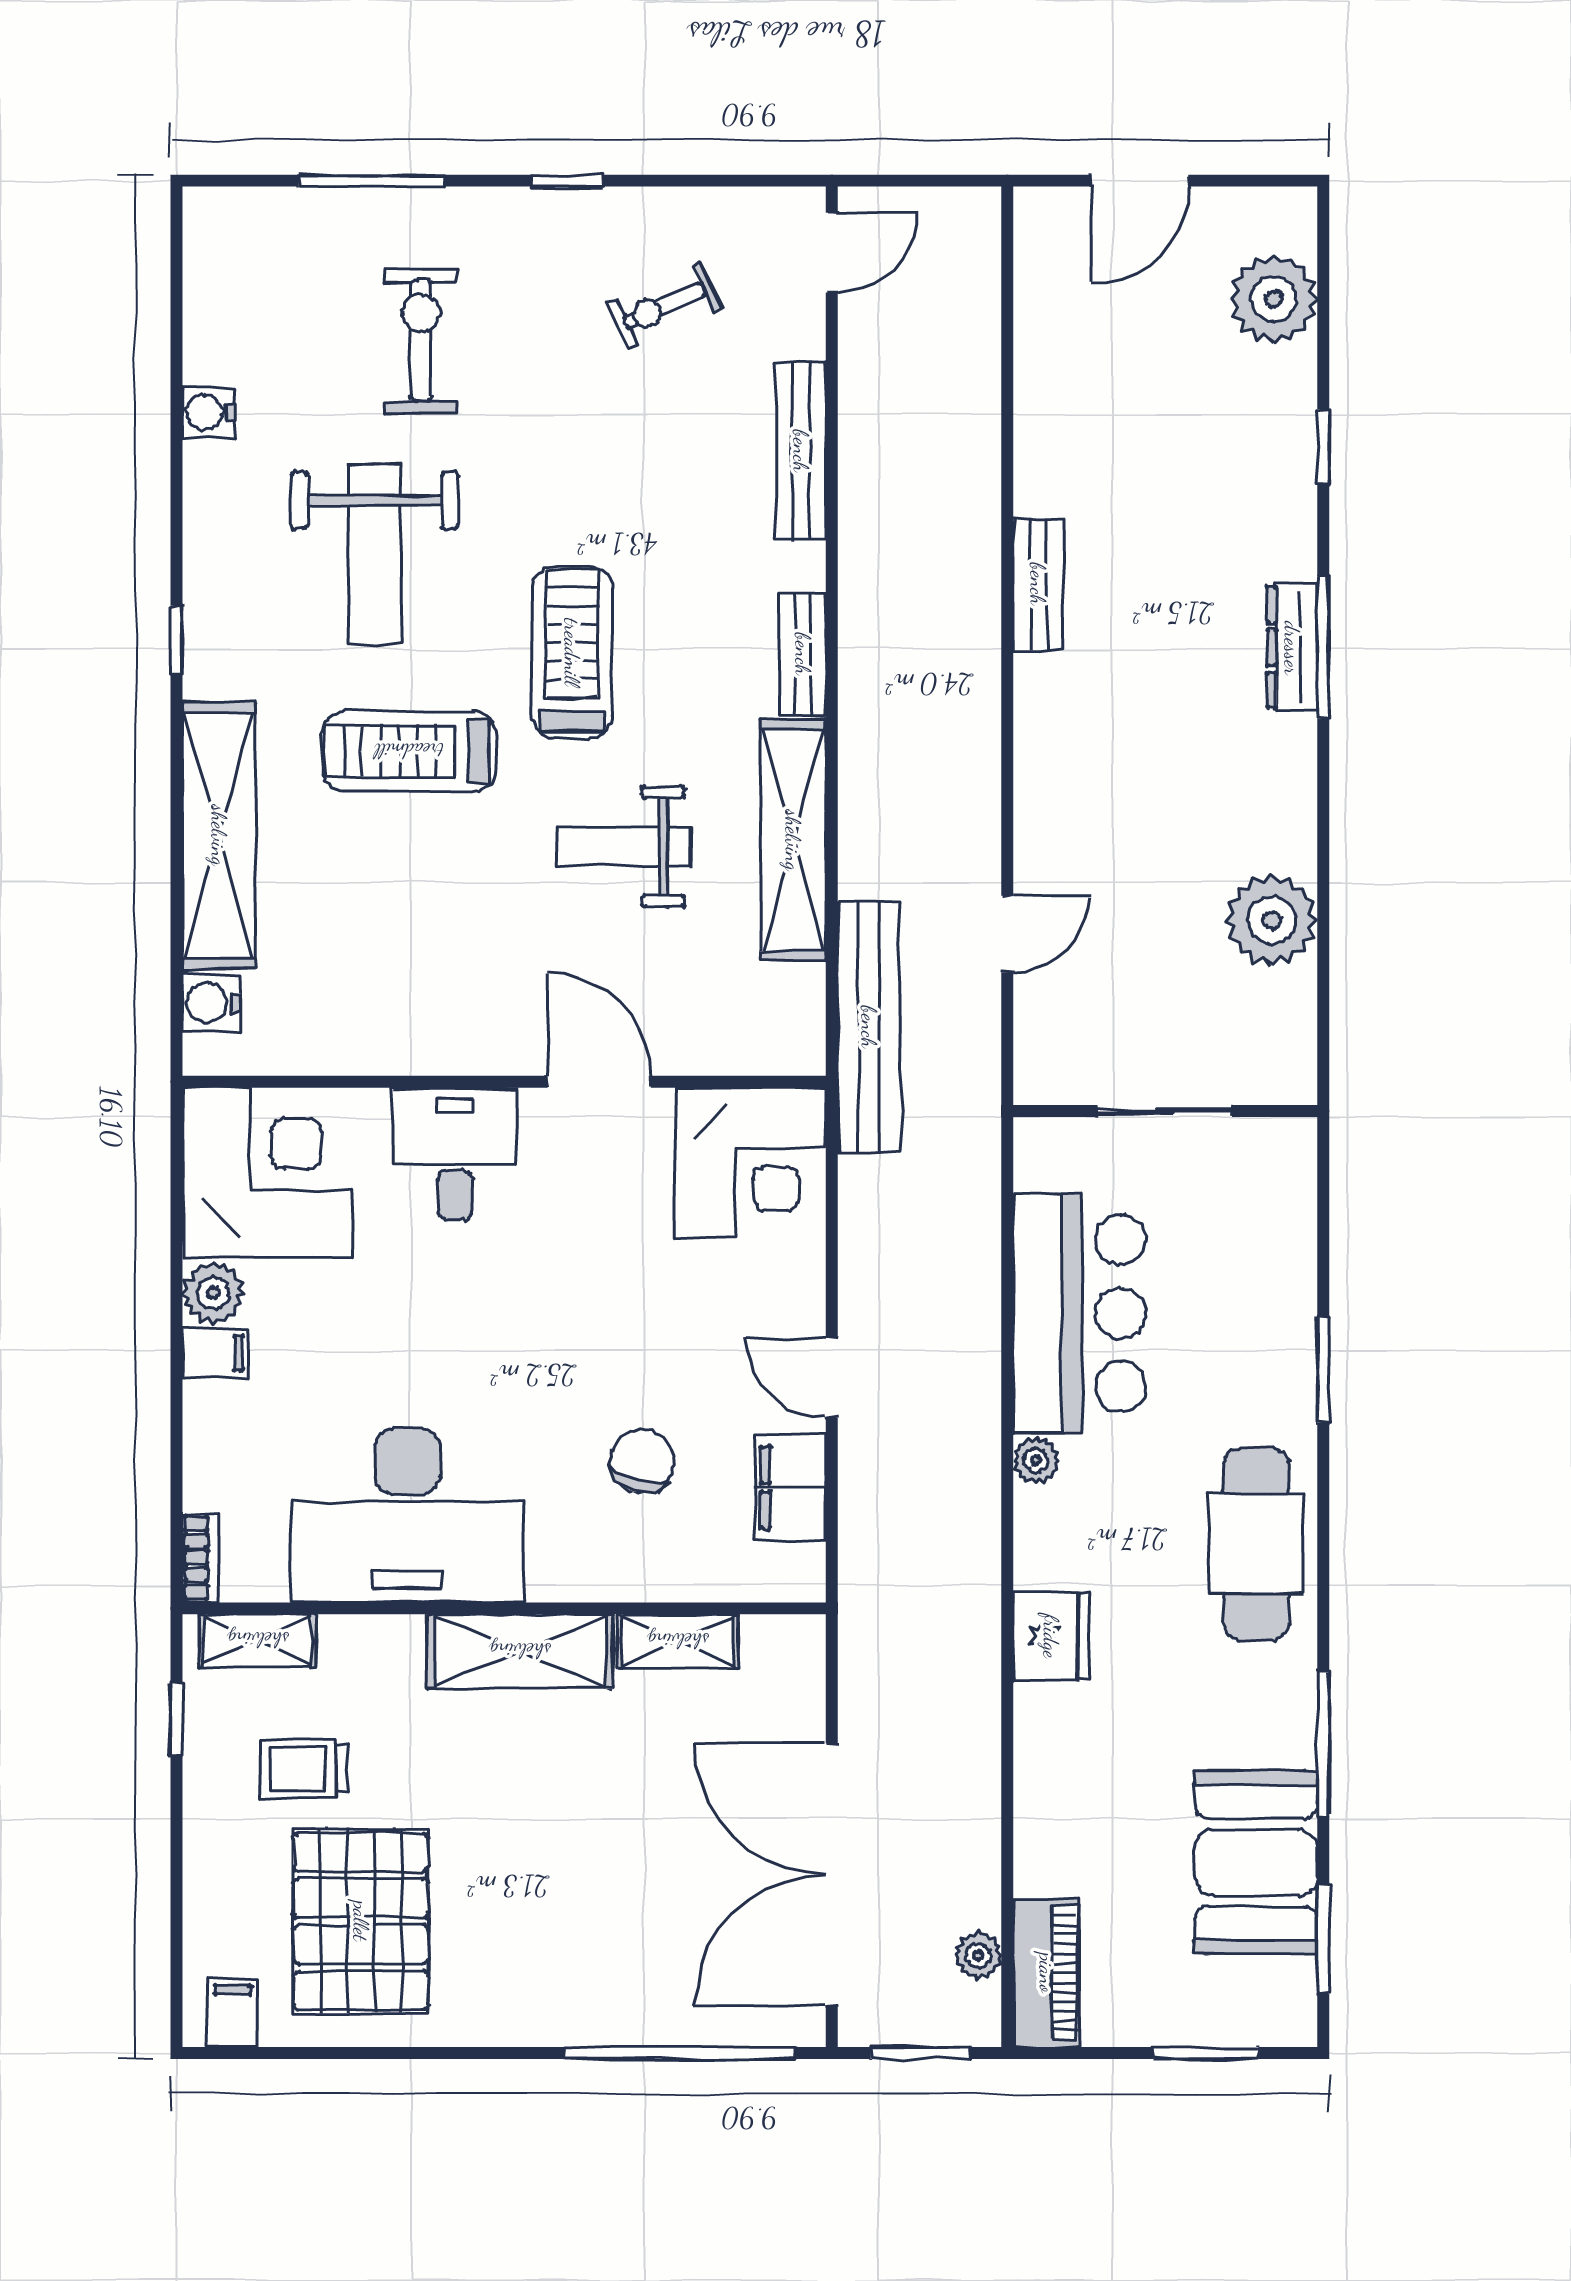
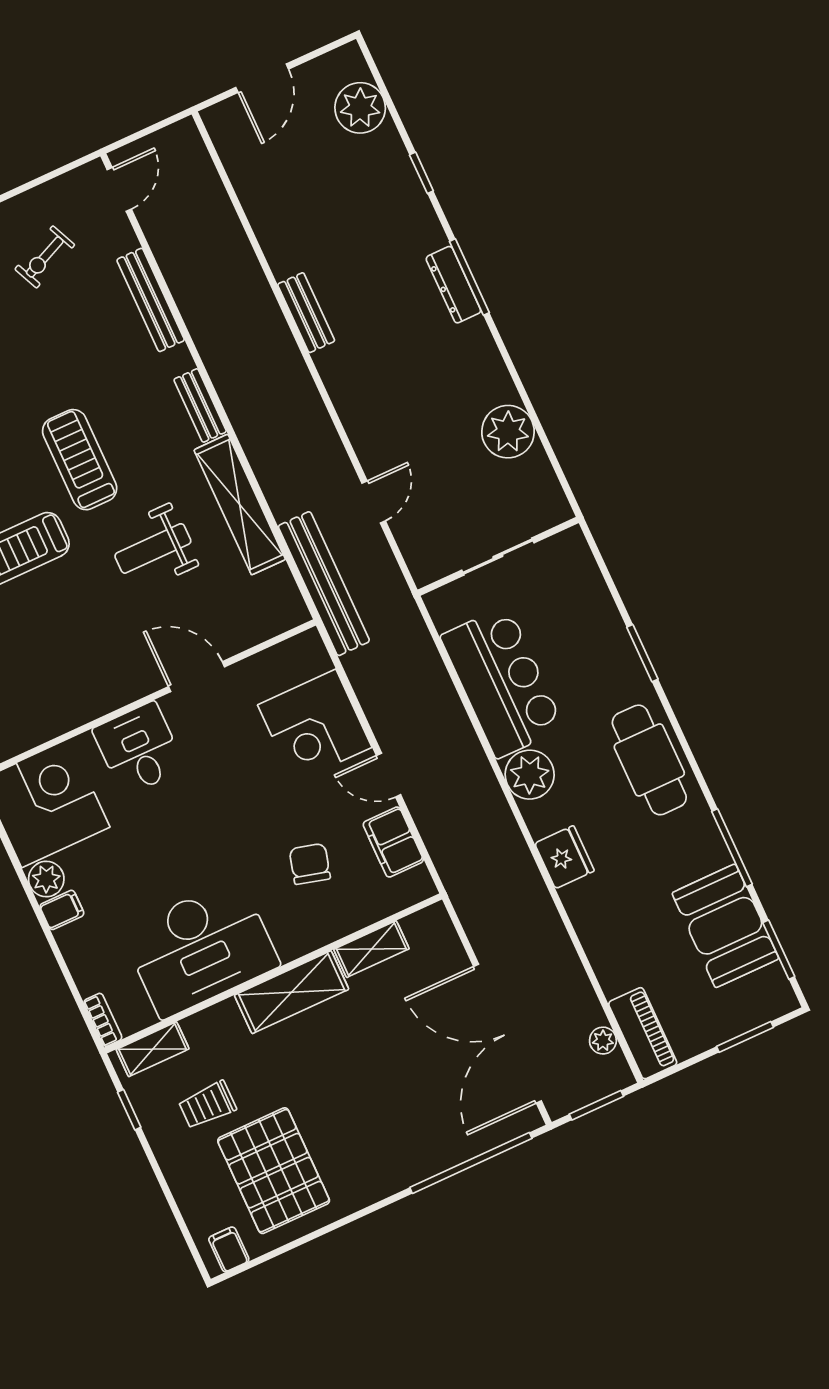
corner desk: (751, 1163) -> (315, 726), moved, turned 90
plant: (1036, 1460) -> (530, 775), width x1.88, depth x1.88

